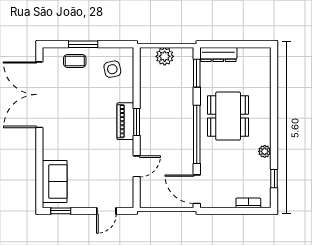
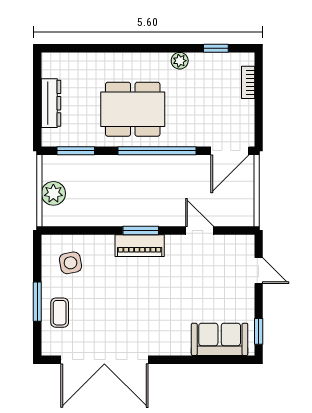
dresser: (218, 54) -> (51, 103), moved

